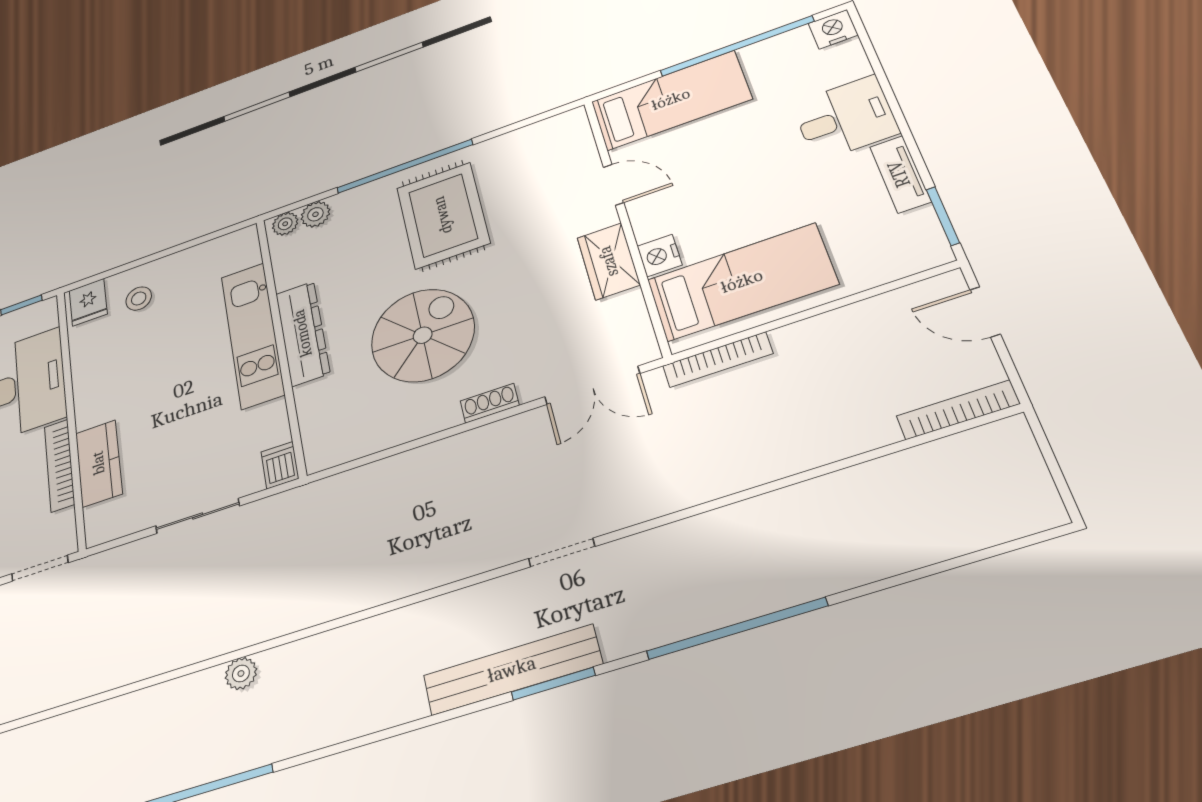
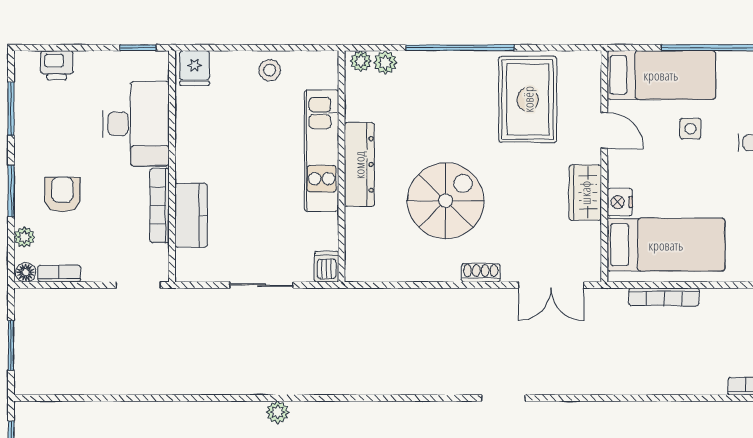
side table: (730, 142) -> (690, 129), added
rug: (443, 215) -> (528, 99), moved
stool: (139, 298) -> (270, 70), moved
bookcase: (718, 360) -> (664, 297), moved

